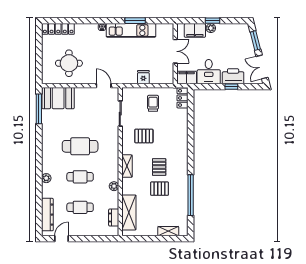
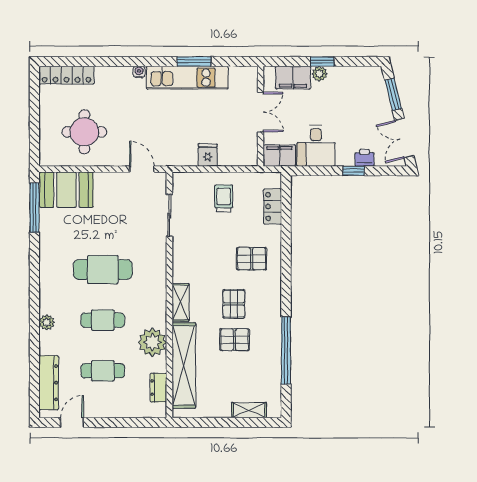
printer: (233, 76) -> (365, 158), width x0.53, depth x0.68
locker: (182, 98) -> (273, 207), moved
pallet: (144, 136) -> (252, 259), moved
plant: (114, 186) -> (152, 342), width x1.88, depth x1.88
shelving: (129, 212) -> (184, 366), width x1.47

